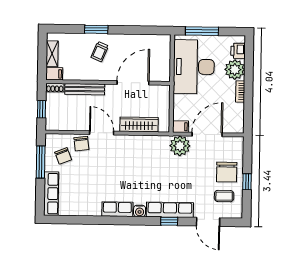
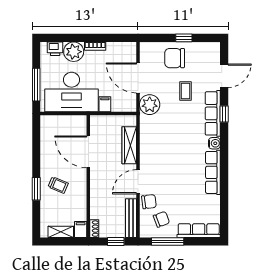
bench: (85, 89) -> (131, 218), moved
filing cabinet: (180, 127) -> (105, 104), moved
chair: (227, 172) -> (175, 58), turned 180
coffee table: (224, 196) -> (185, 91), moved
row of seats: (117, 209) -> (213, 172), width x1.48

